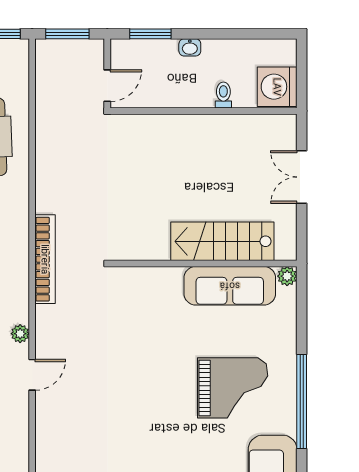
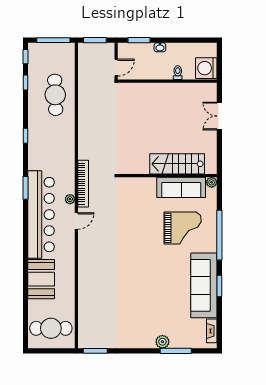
stairs: (222, 241) -> (177, 164), moved
bookcase: (45, 259) -> (83, 184), moved
wall: (204, 264) -> (167, 176), moved
plant: (287, 276) -> (212, 182), moved
sofa: (230, 286) -> (181, 187), moved

